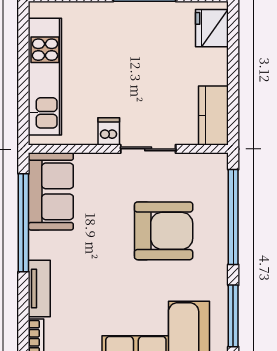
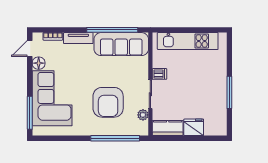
fridge: (212, 28) -> (194, 127), moved
plant: (188, 163) -> (143, 115), added
sofa: (51, 191) -> (121, 44), width x1.36
window: (233, 316) -> (64, 138), removed

